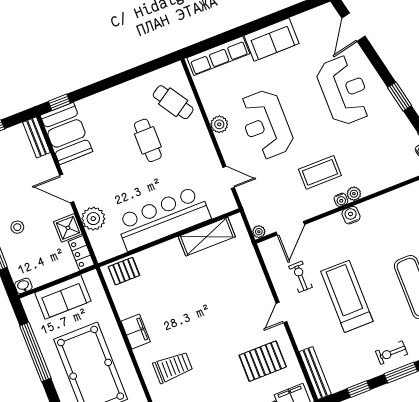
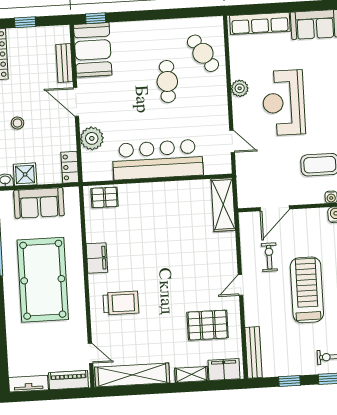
bench: (37, 137) -> (64, 63), moved
shower: (68, 228) -> (25, 174), moved
plant: (259, 232) -> (244, 202), removed
shelving: (207, 237) -> (223, 205), moved, turned 90

